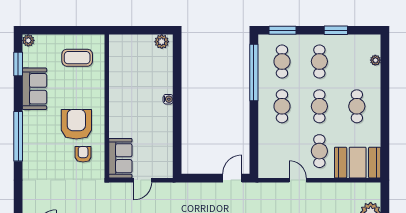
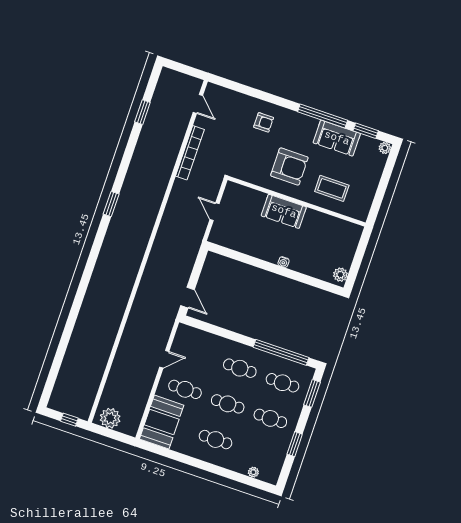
coffee table: (77, 58) -> (332, 188), moved, turned 90
window: (18, 136) -> (323, 116), moved
armchair: (83, 154) -> (264, 122), moved
sofa: (120, 158) -> (284, 211), moved

